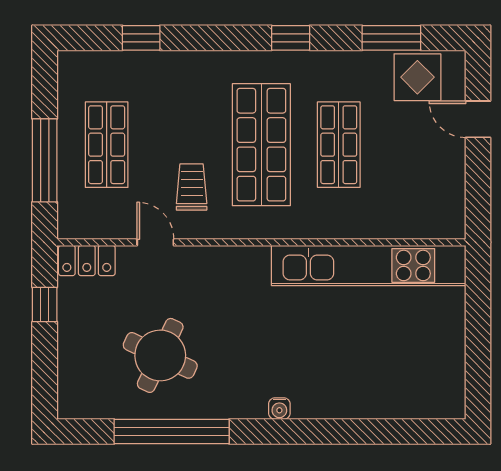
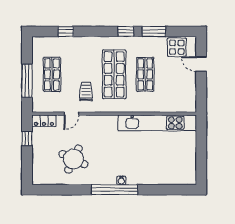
window: (391, 38) -> (154, 31), moved
door: (155, 242) -> (71, 114), swing flipped
window: (172, 432) -> (115, 190), moved

